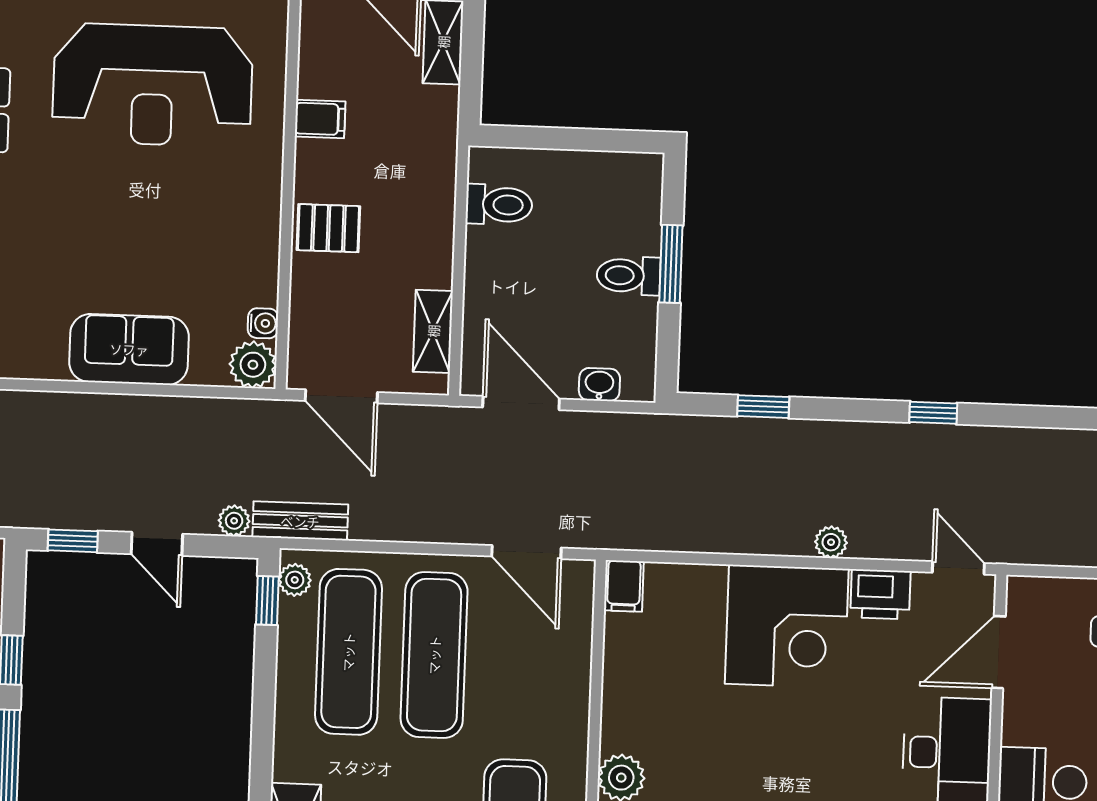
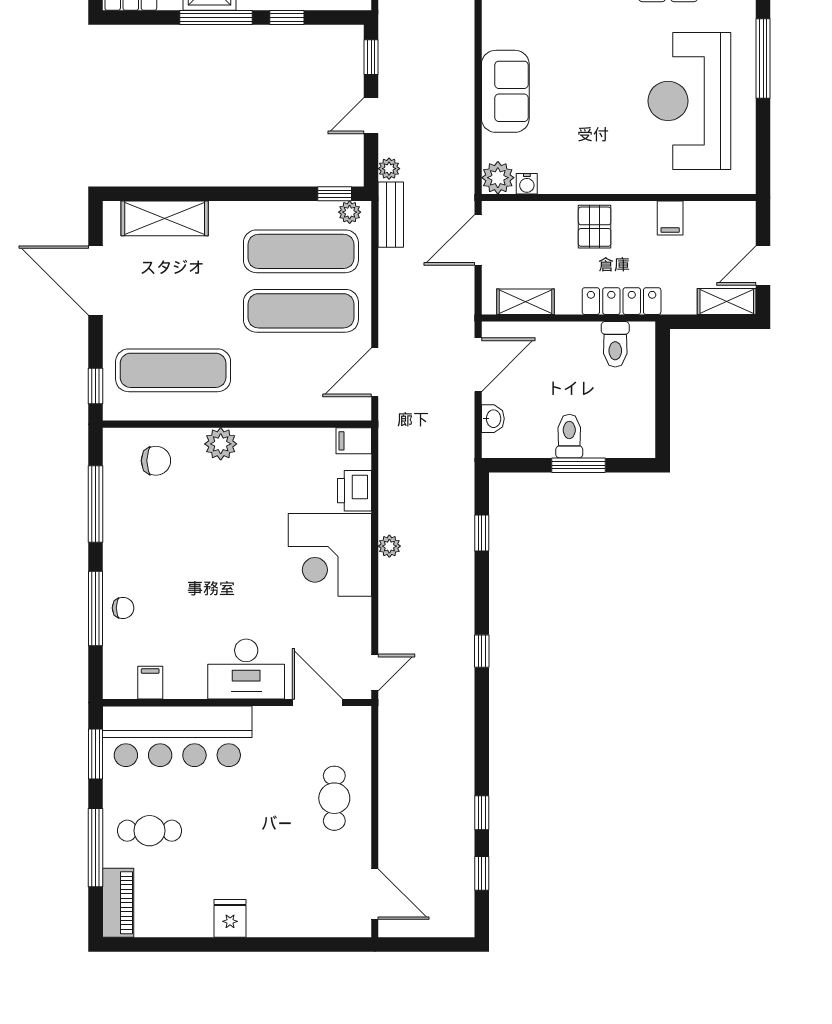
locker: (437, 193) -> (622, 301), added
plant: (831, 542) -> (389, 546), moved
printer: (880, 594) -> (354, 491), moved

